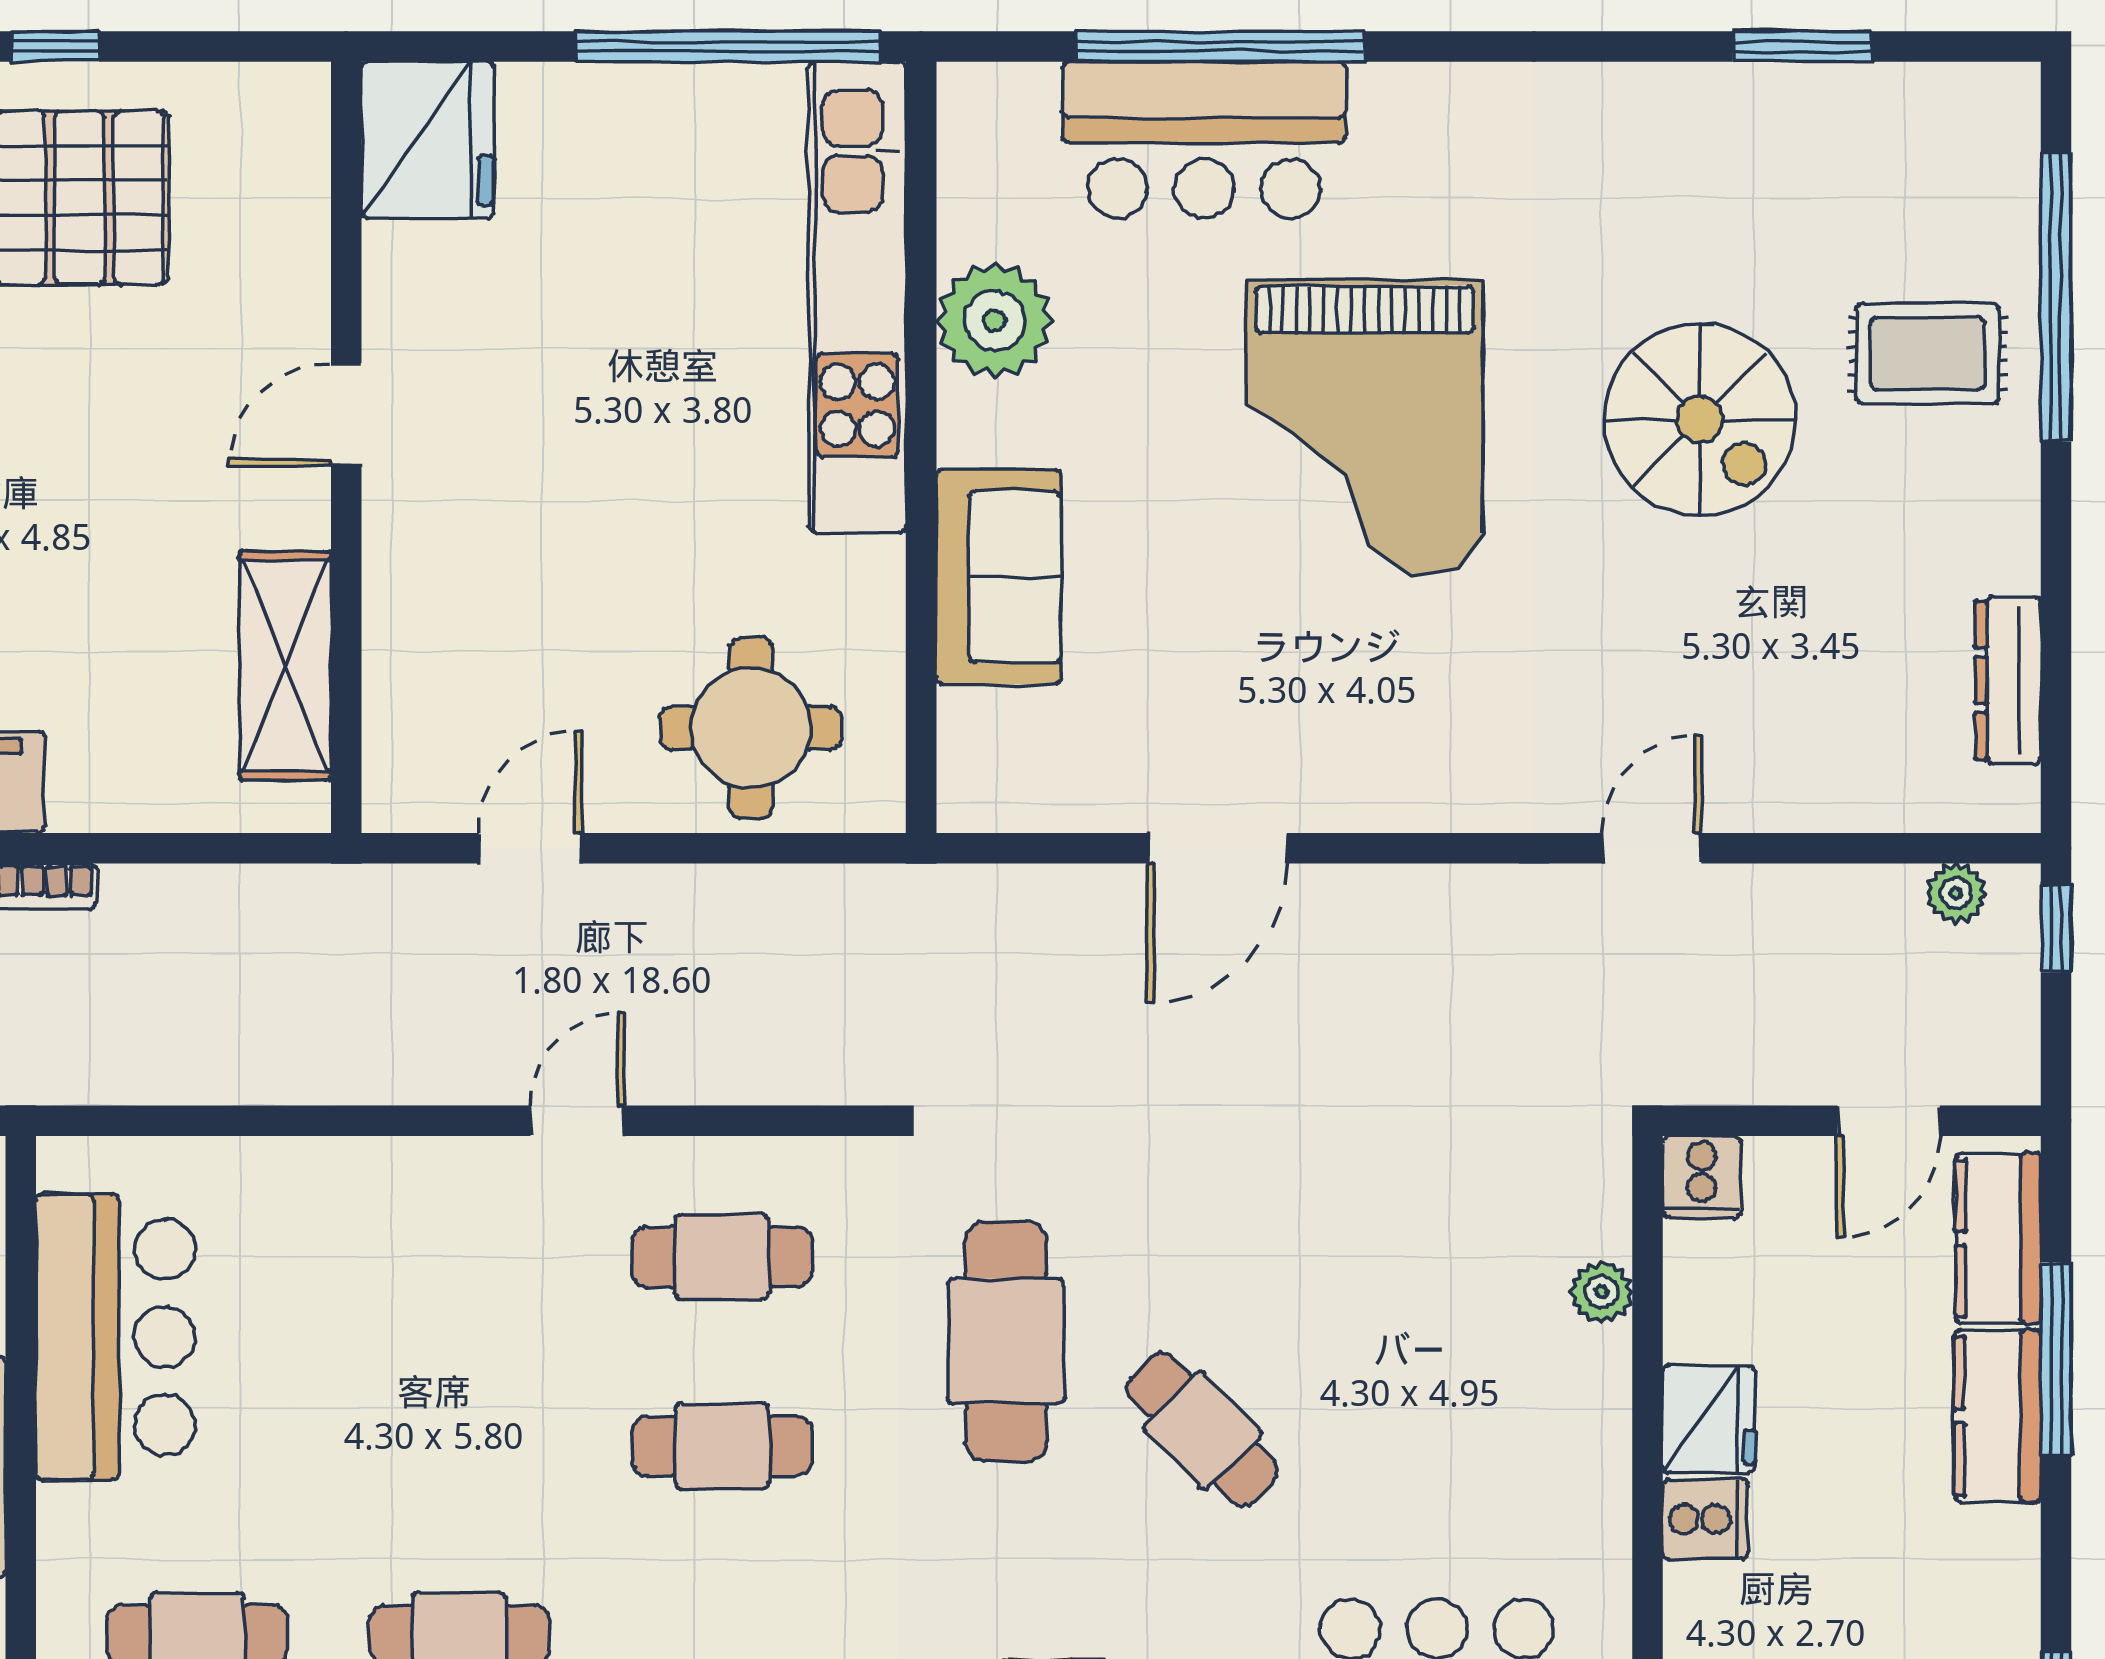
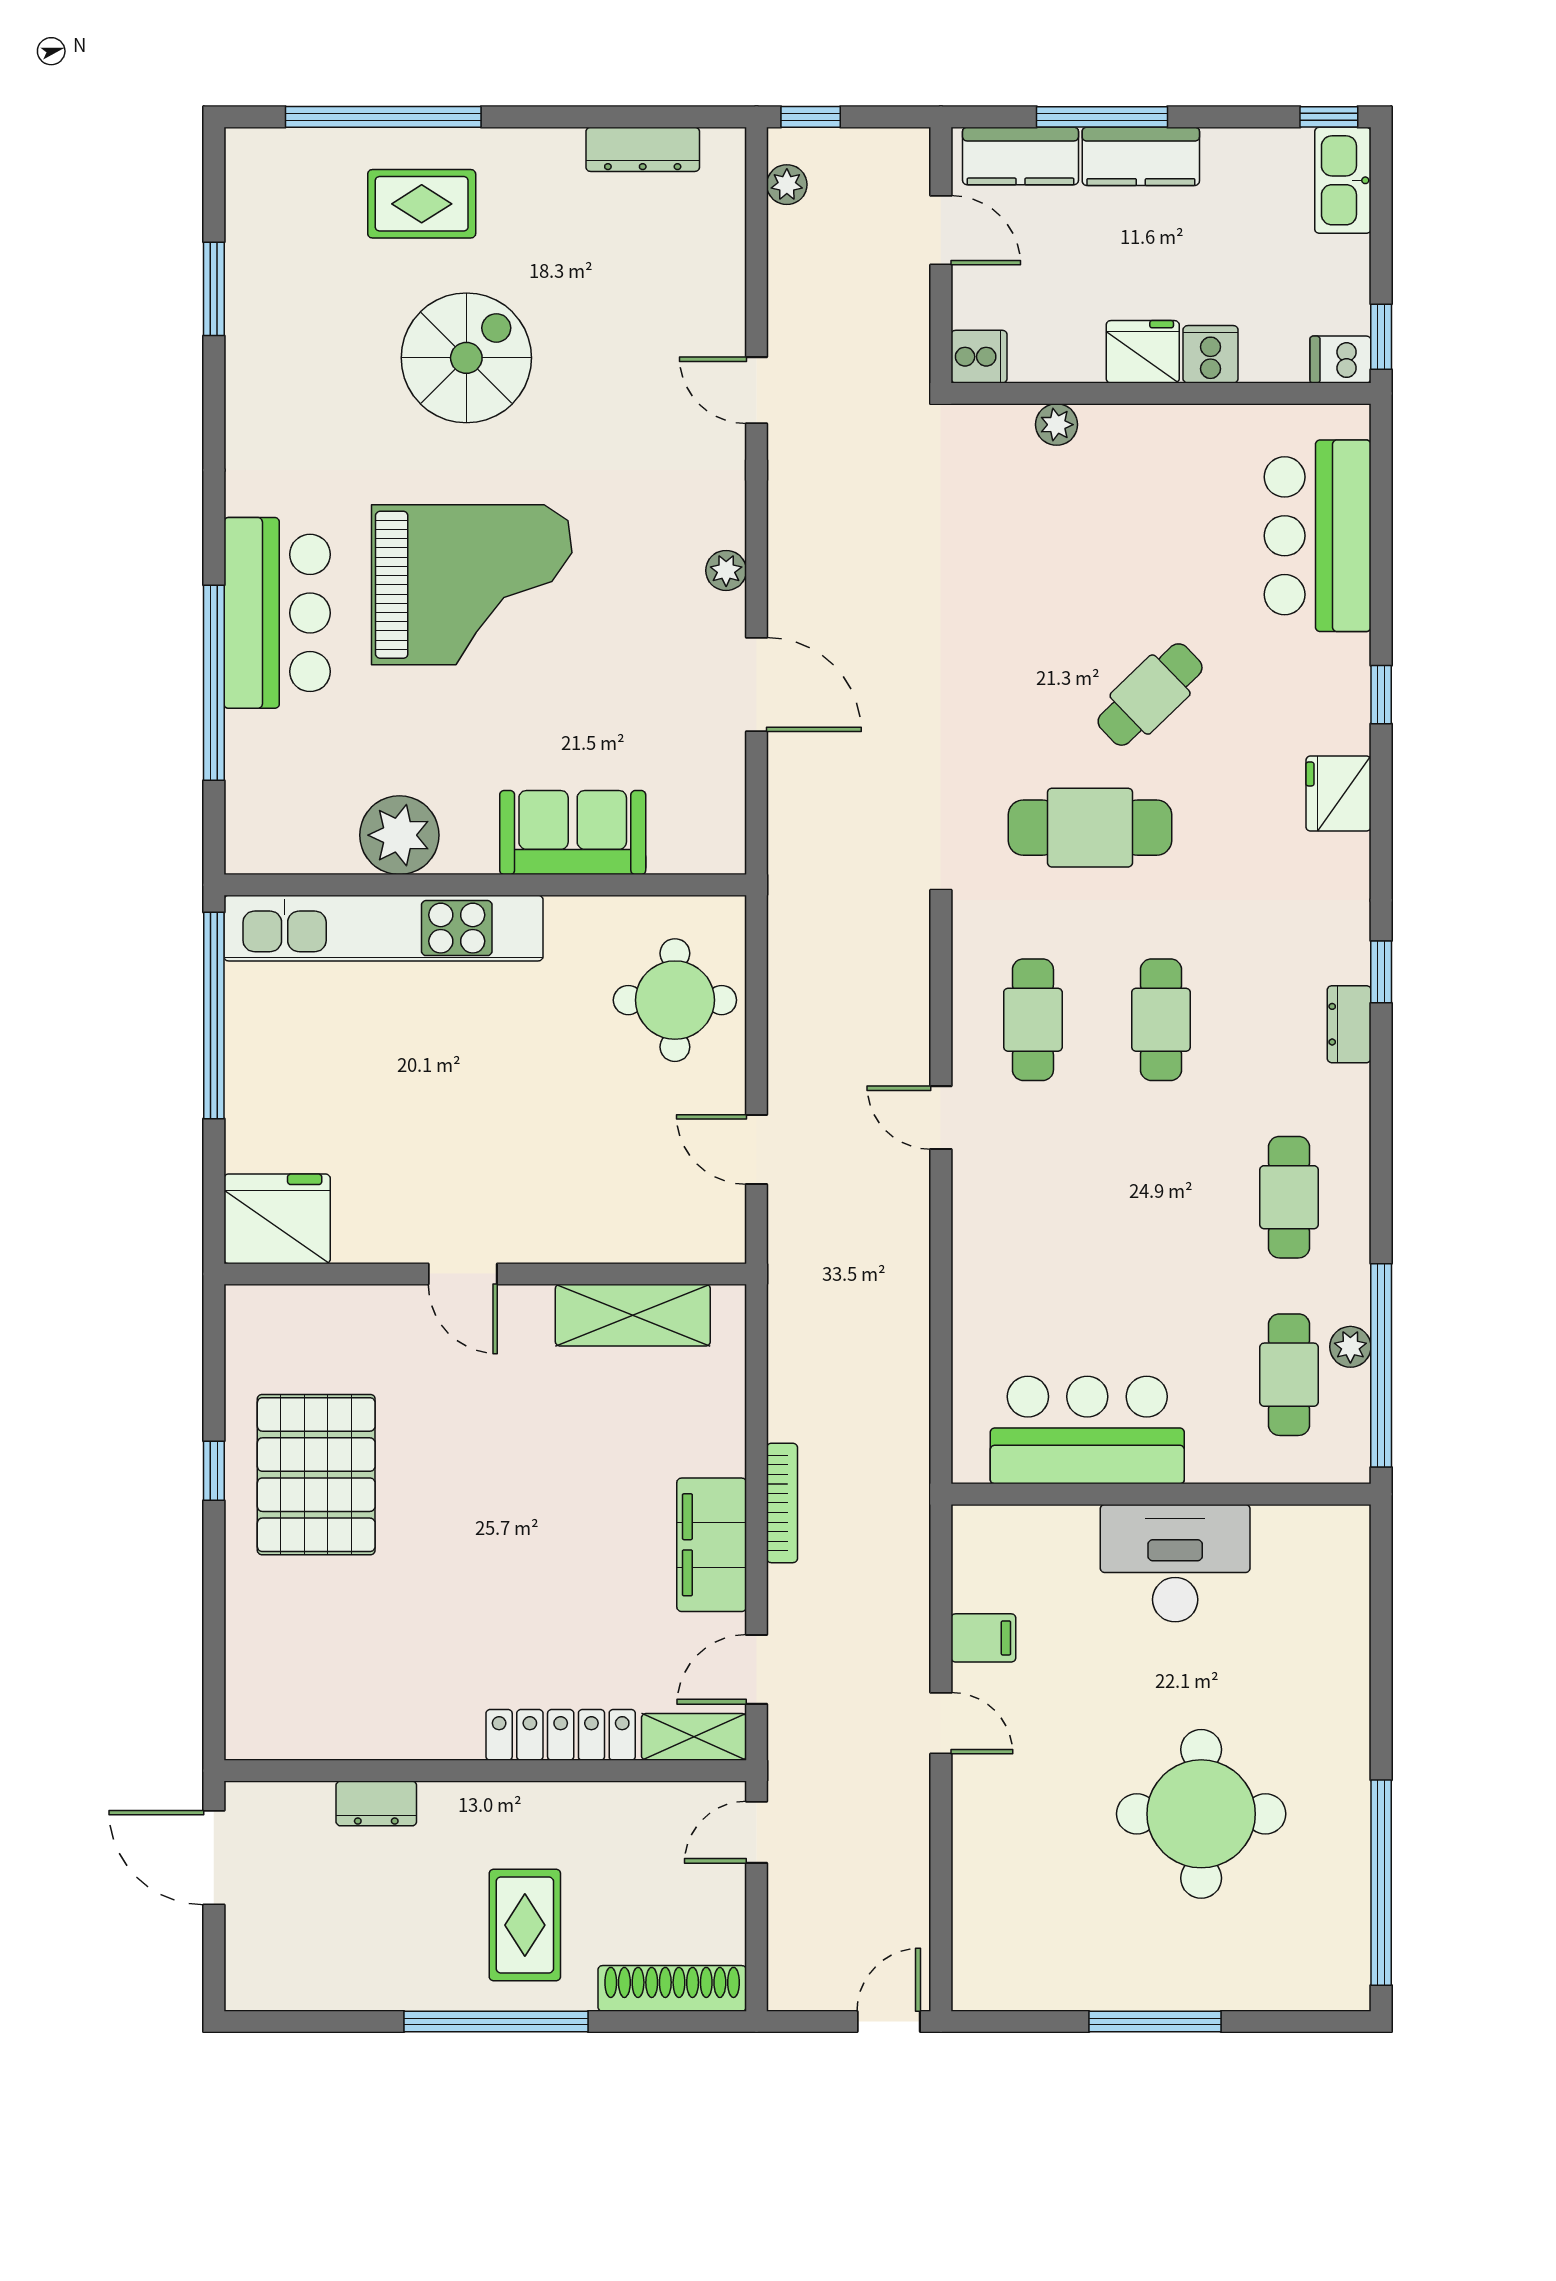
bar counter: (1204, 140) -> (277, 613), moved
rug: (1928, 354) -> (422, 204), turned 90
plant: (1386, 803) -> (726, 570), added

